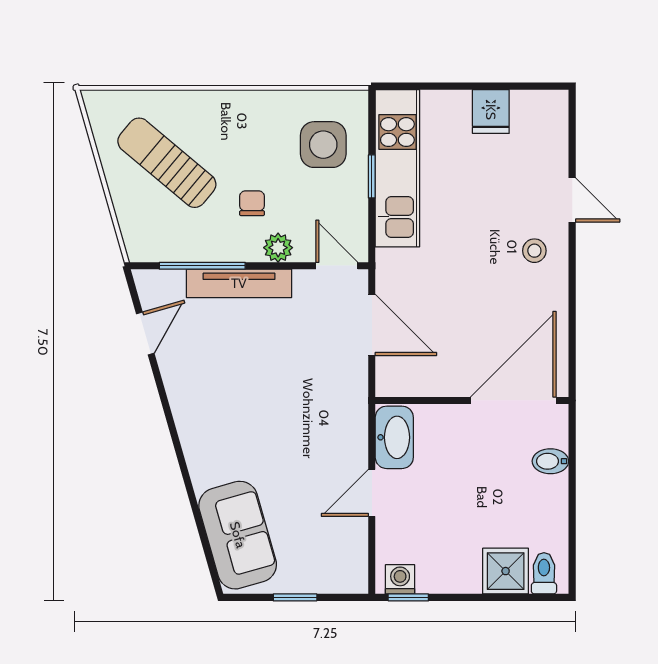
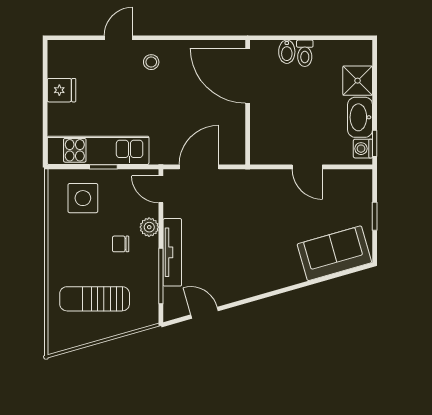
sun lounger: (167, 163) -> (95, 299), turned 50
door: (337, 266) -> (161, 189), hinge flipped
washbasin: (394, 437) -> (360, 117), moved, turned -90
toilet: (544, 573) -> (305, 53), moved, turned -90

